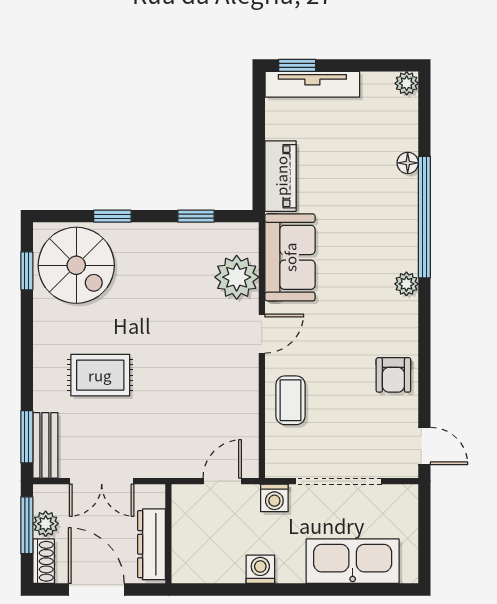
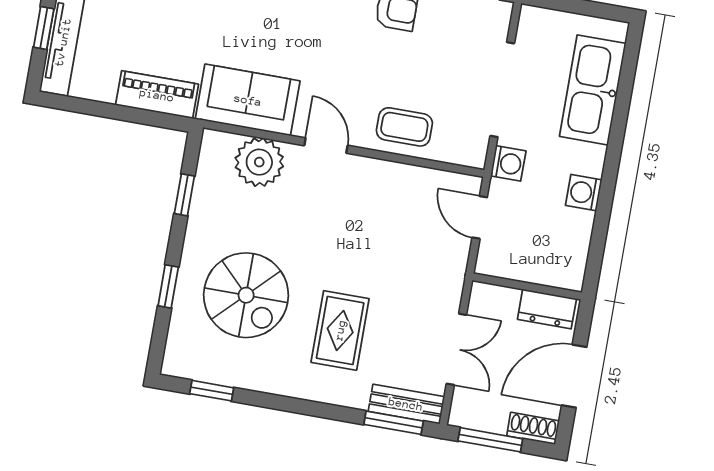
window: (297, 65) -> (44, 28), moved
spiral stairs: (76, 265) -> (246, 295), moved, turned 90
plant: (46, 524) -> (492, 419), removed
dresser: (152, 544) -> (547, 309), width x0.70

